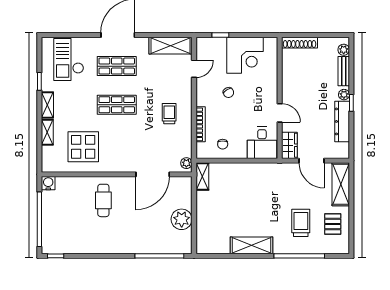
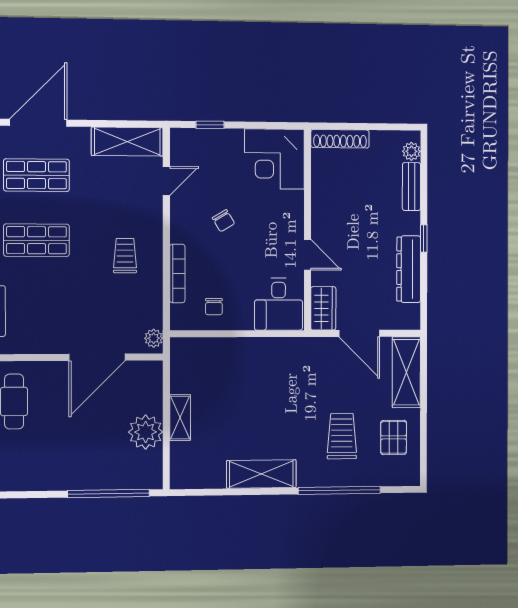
corner desk: (245, 55) -> (274, 159), moved, turned 90
plant: (344, 95) -> (412, 225), removed
shelving: (202, 176) -> (180, 418), moved

